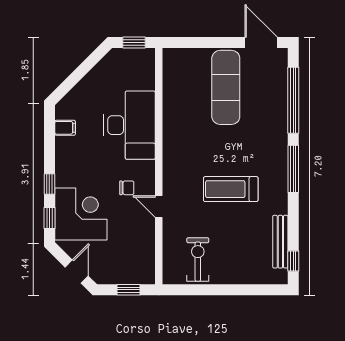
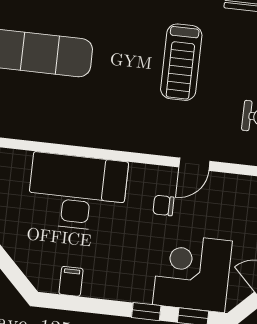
chair: (127, 188) -> (163, 205), turned -90

